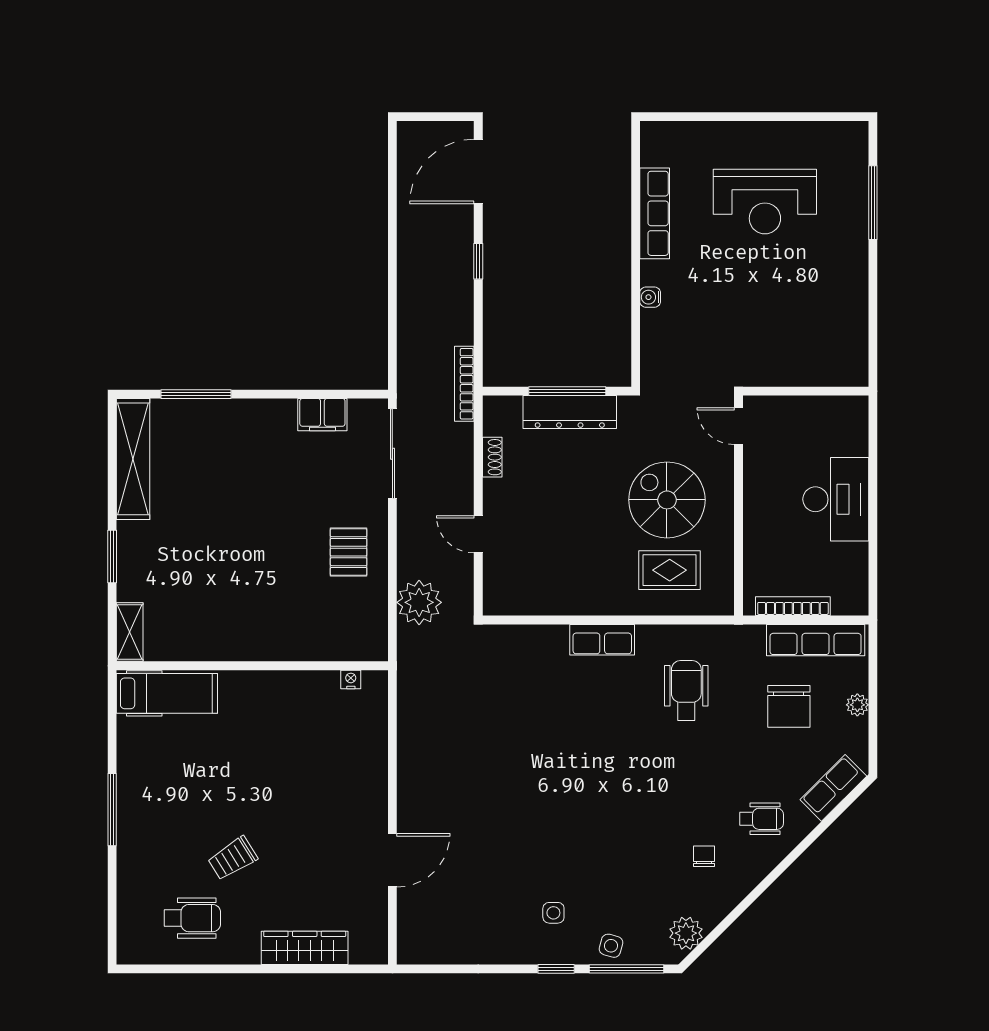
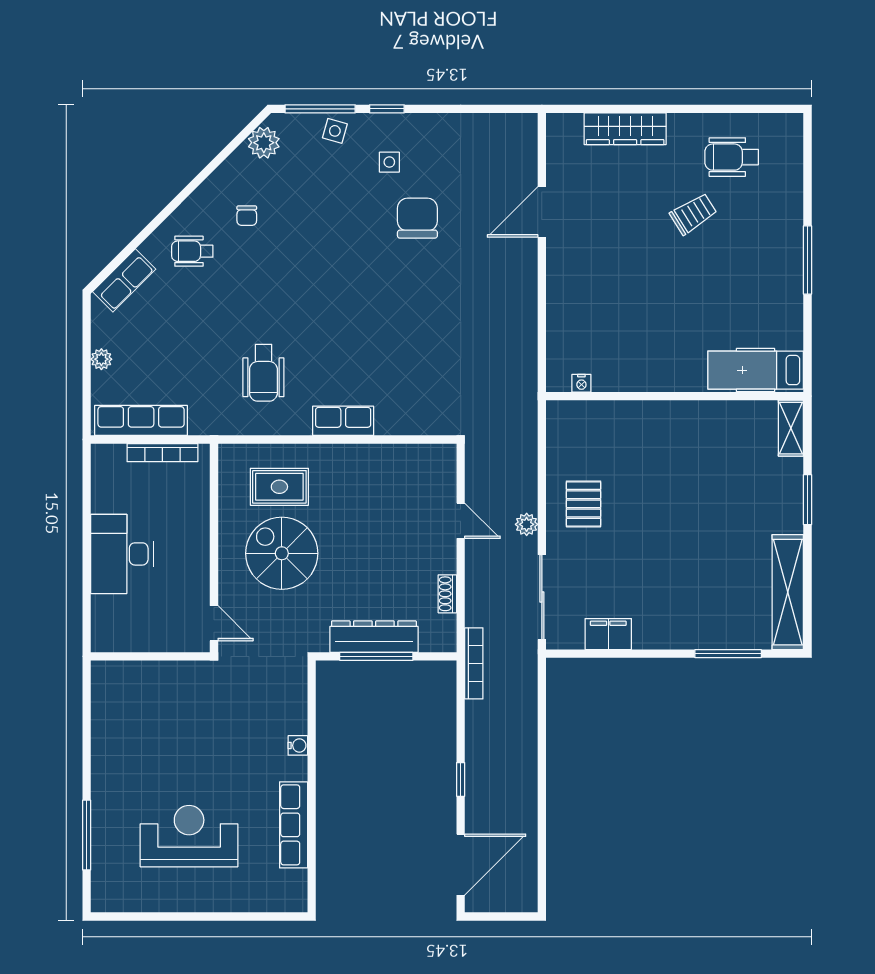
spiral stairs: (667, 500) -> (282, 553), turned 180
plant: (419, 602) -> (527, 524), moved, width x0.53, depth x0.53
chair: (789, 706) -> (417, 218), moved

